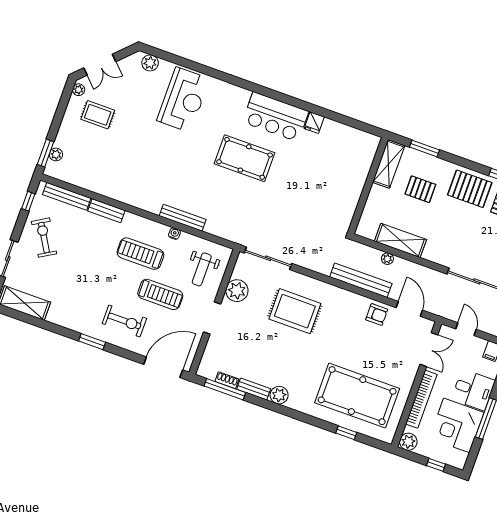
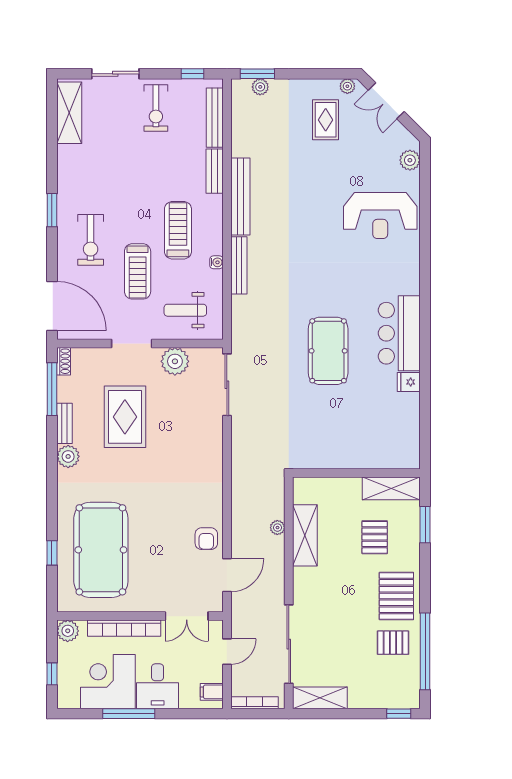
pool table: (245, 158) -> (328, 351), moved
exercise bike: (44, 238) -> (156, 108), turned 121
bench: (361, 280) -> (240, 196), moved
rug: (295, 311) -> (125, 417), moved
shoe rack: (227, 380) -> (64, 361), moved

